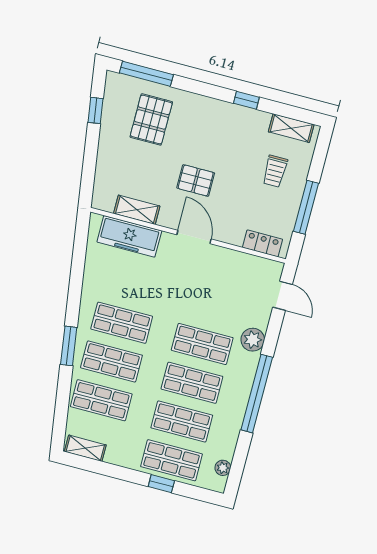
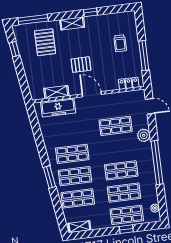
shelving: (291, 128) -> (72, 23), moved
shop shelf: (202, 344) -> (116, 126), moved

